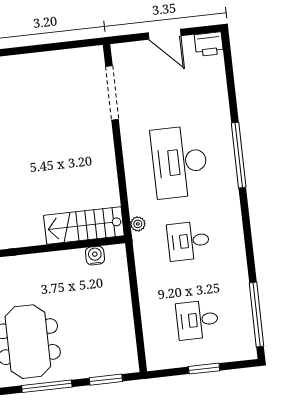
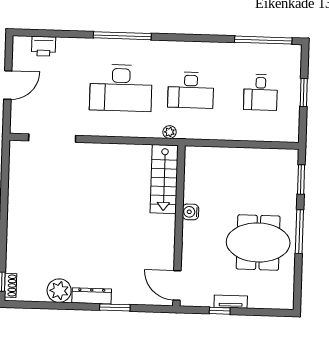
printer: (209, 44) -> (44, 46), moved, turned 90
desk: (188, 241) -> (191, 90), width x1.37
water cooler: (95, 256) -> (190, 212), moved

